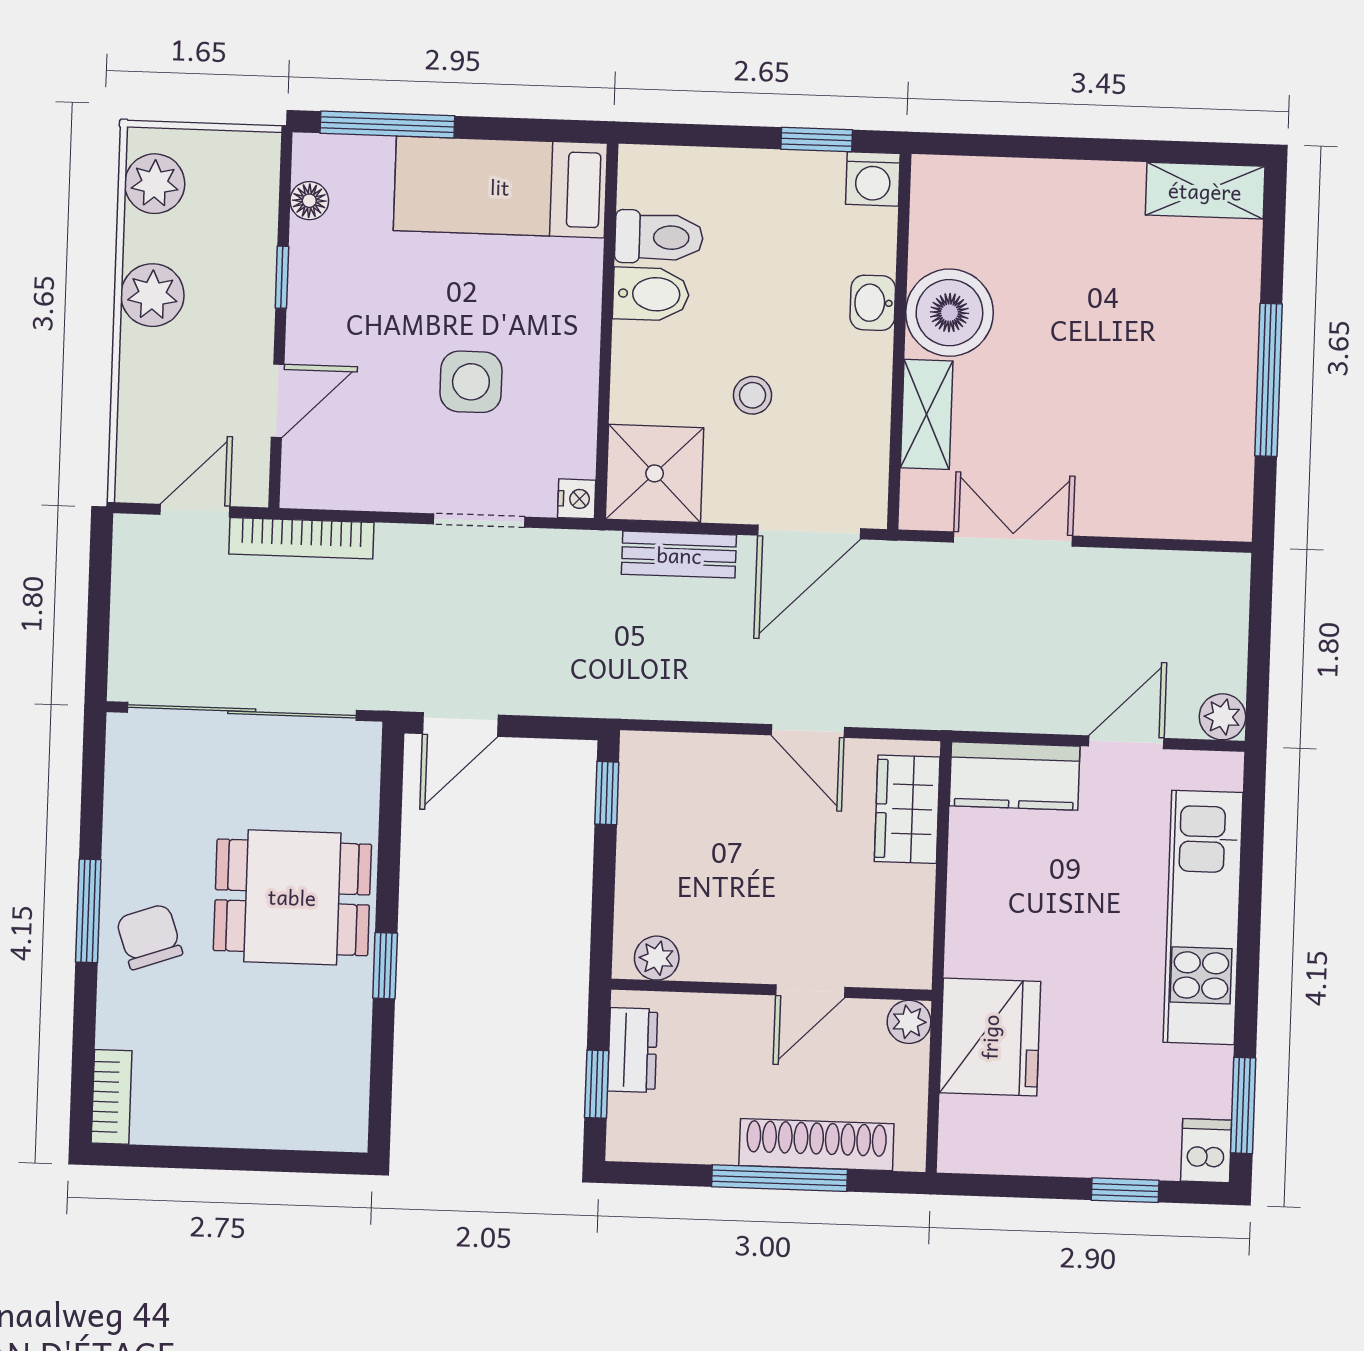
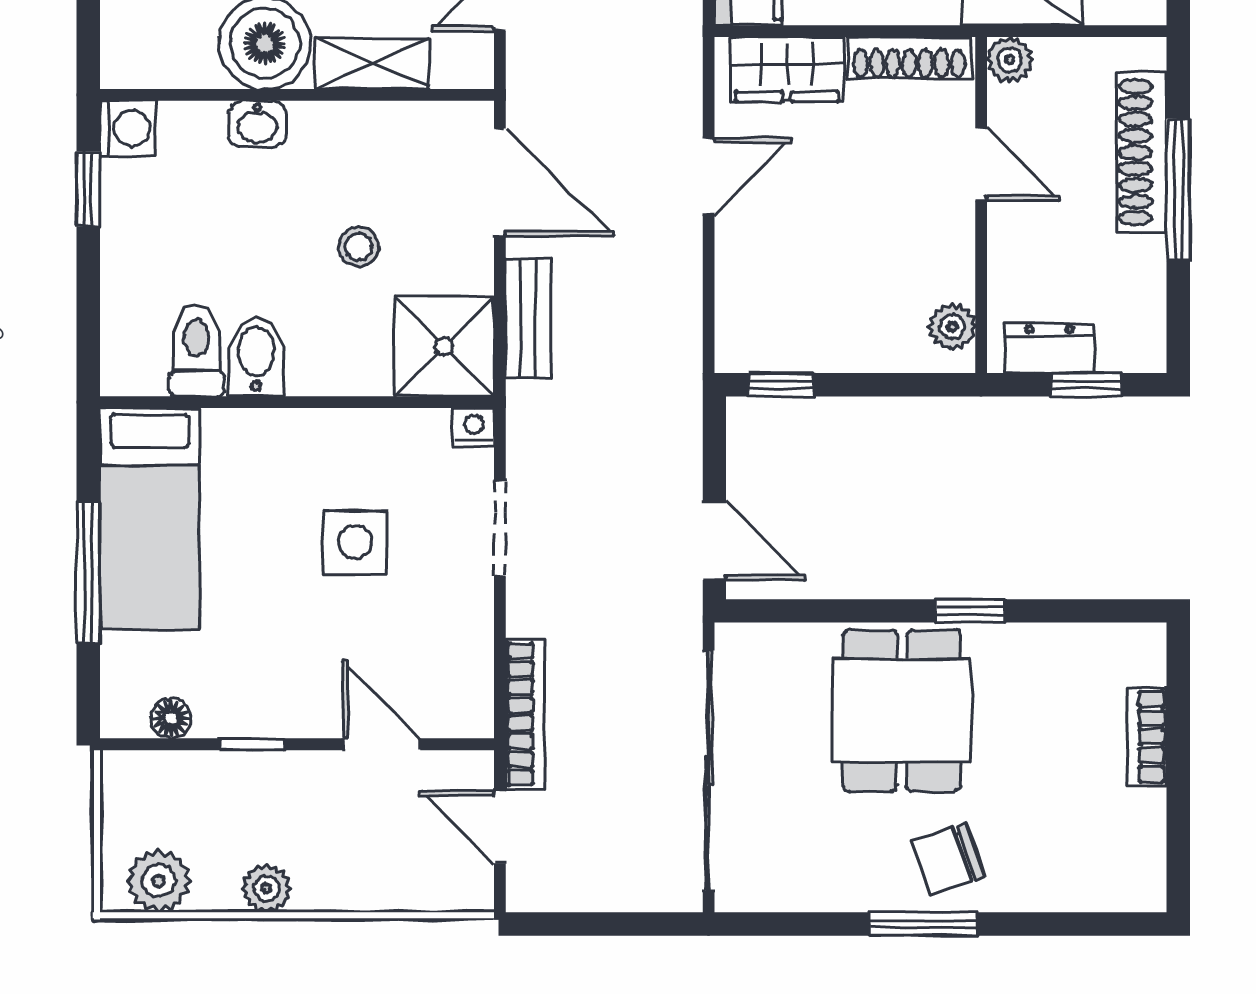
window: (387, 124) -> (88, 572), moved
plant: (152, 295) -> (267, 888), width x0.73, depth x0.73
shoe rack: (914, 926) -> (909, 58), added
bookcase: (112, 1097) -> (1147, 737), moved, turned -90

